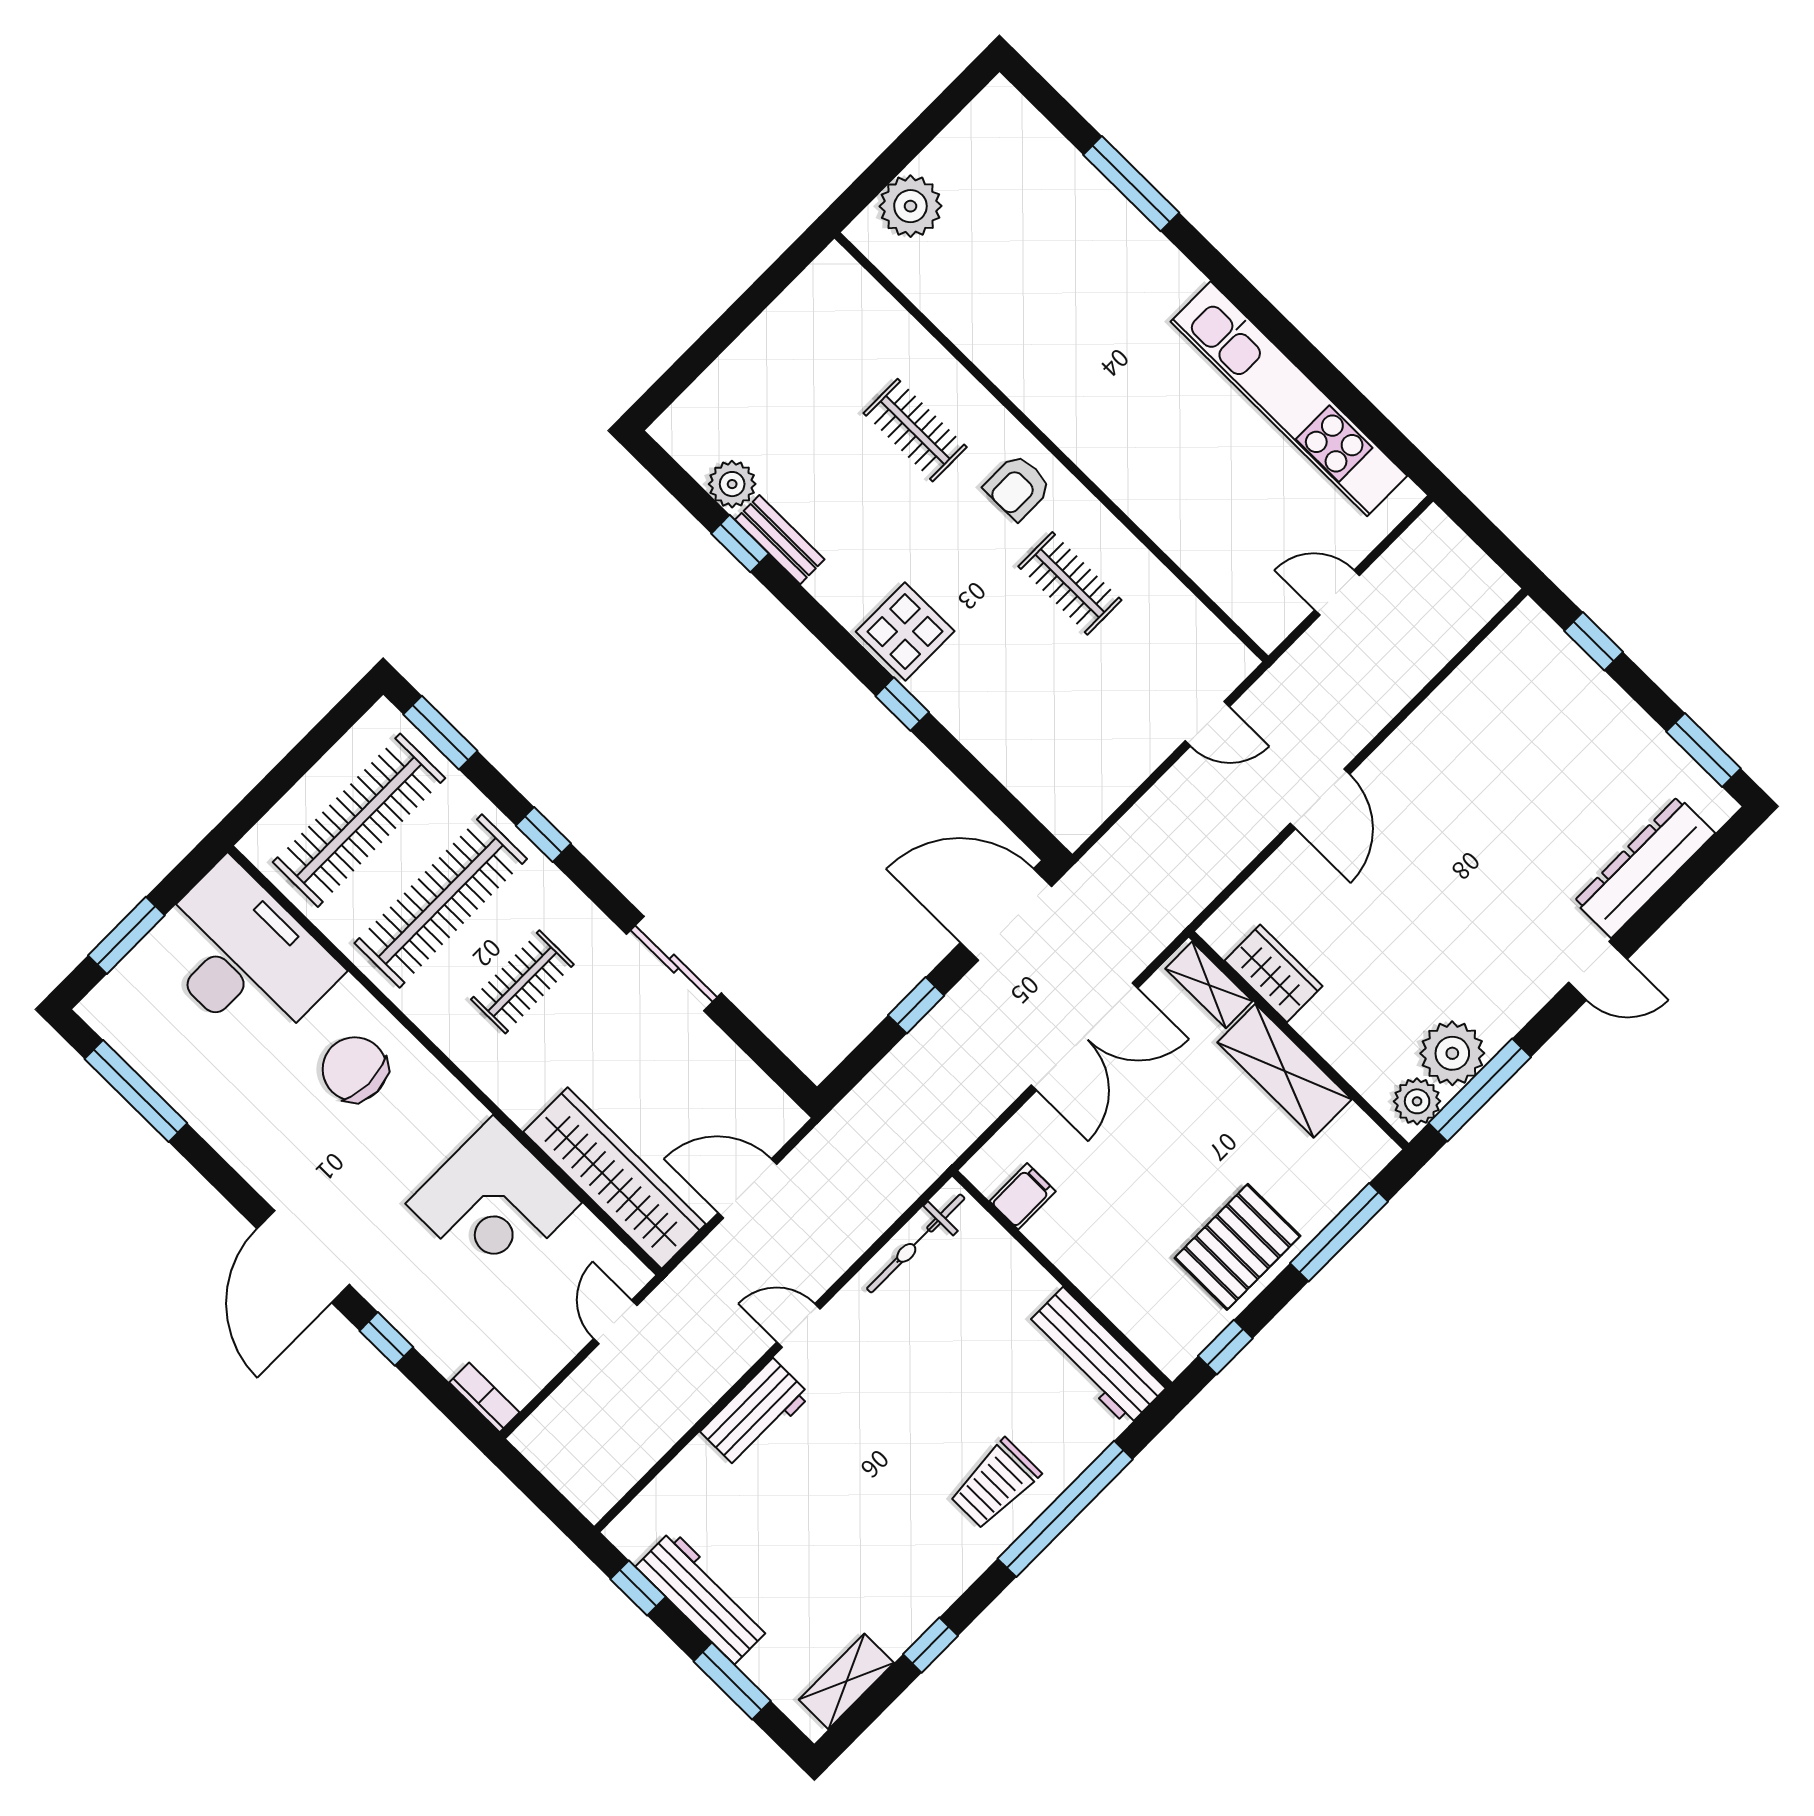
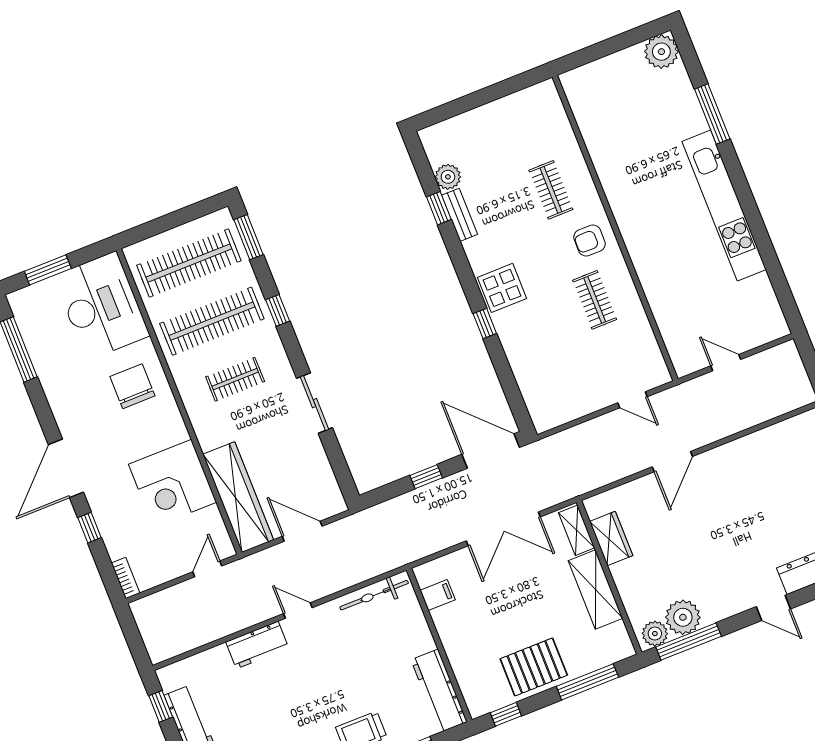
plant: (910, 206) -> (661, 52), moved
kitchen unit: (1289, 399) -> (724, 206), moved

